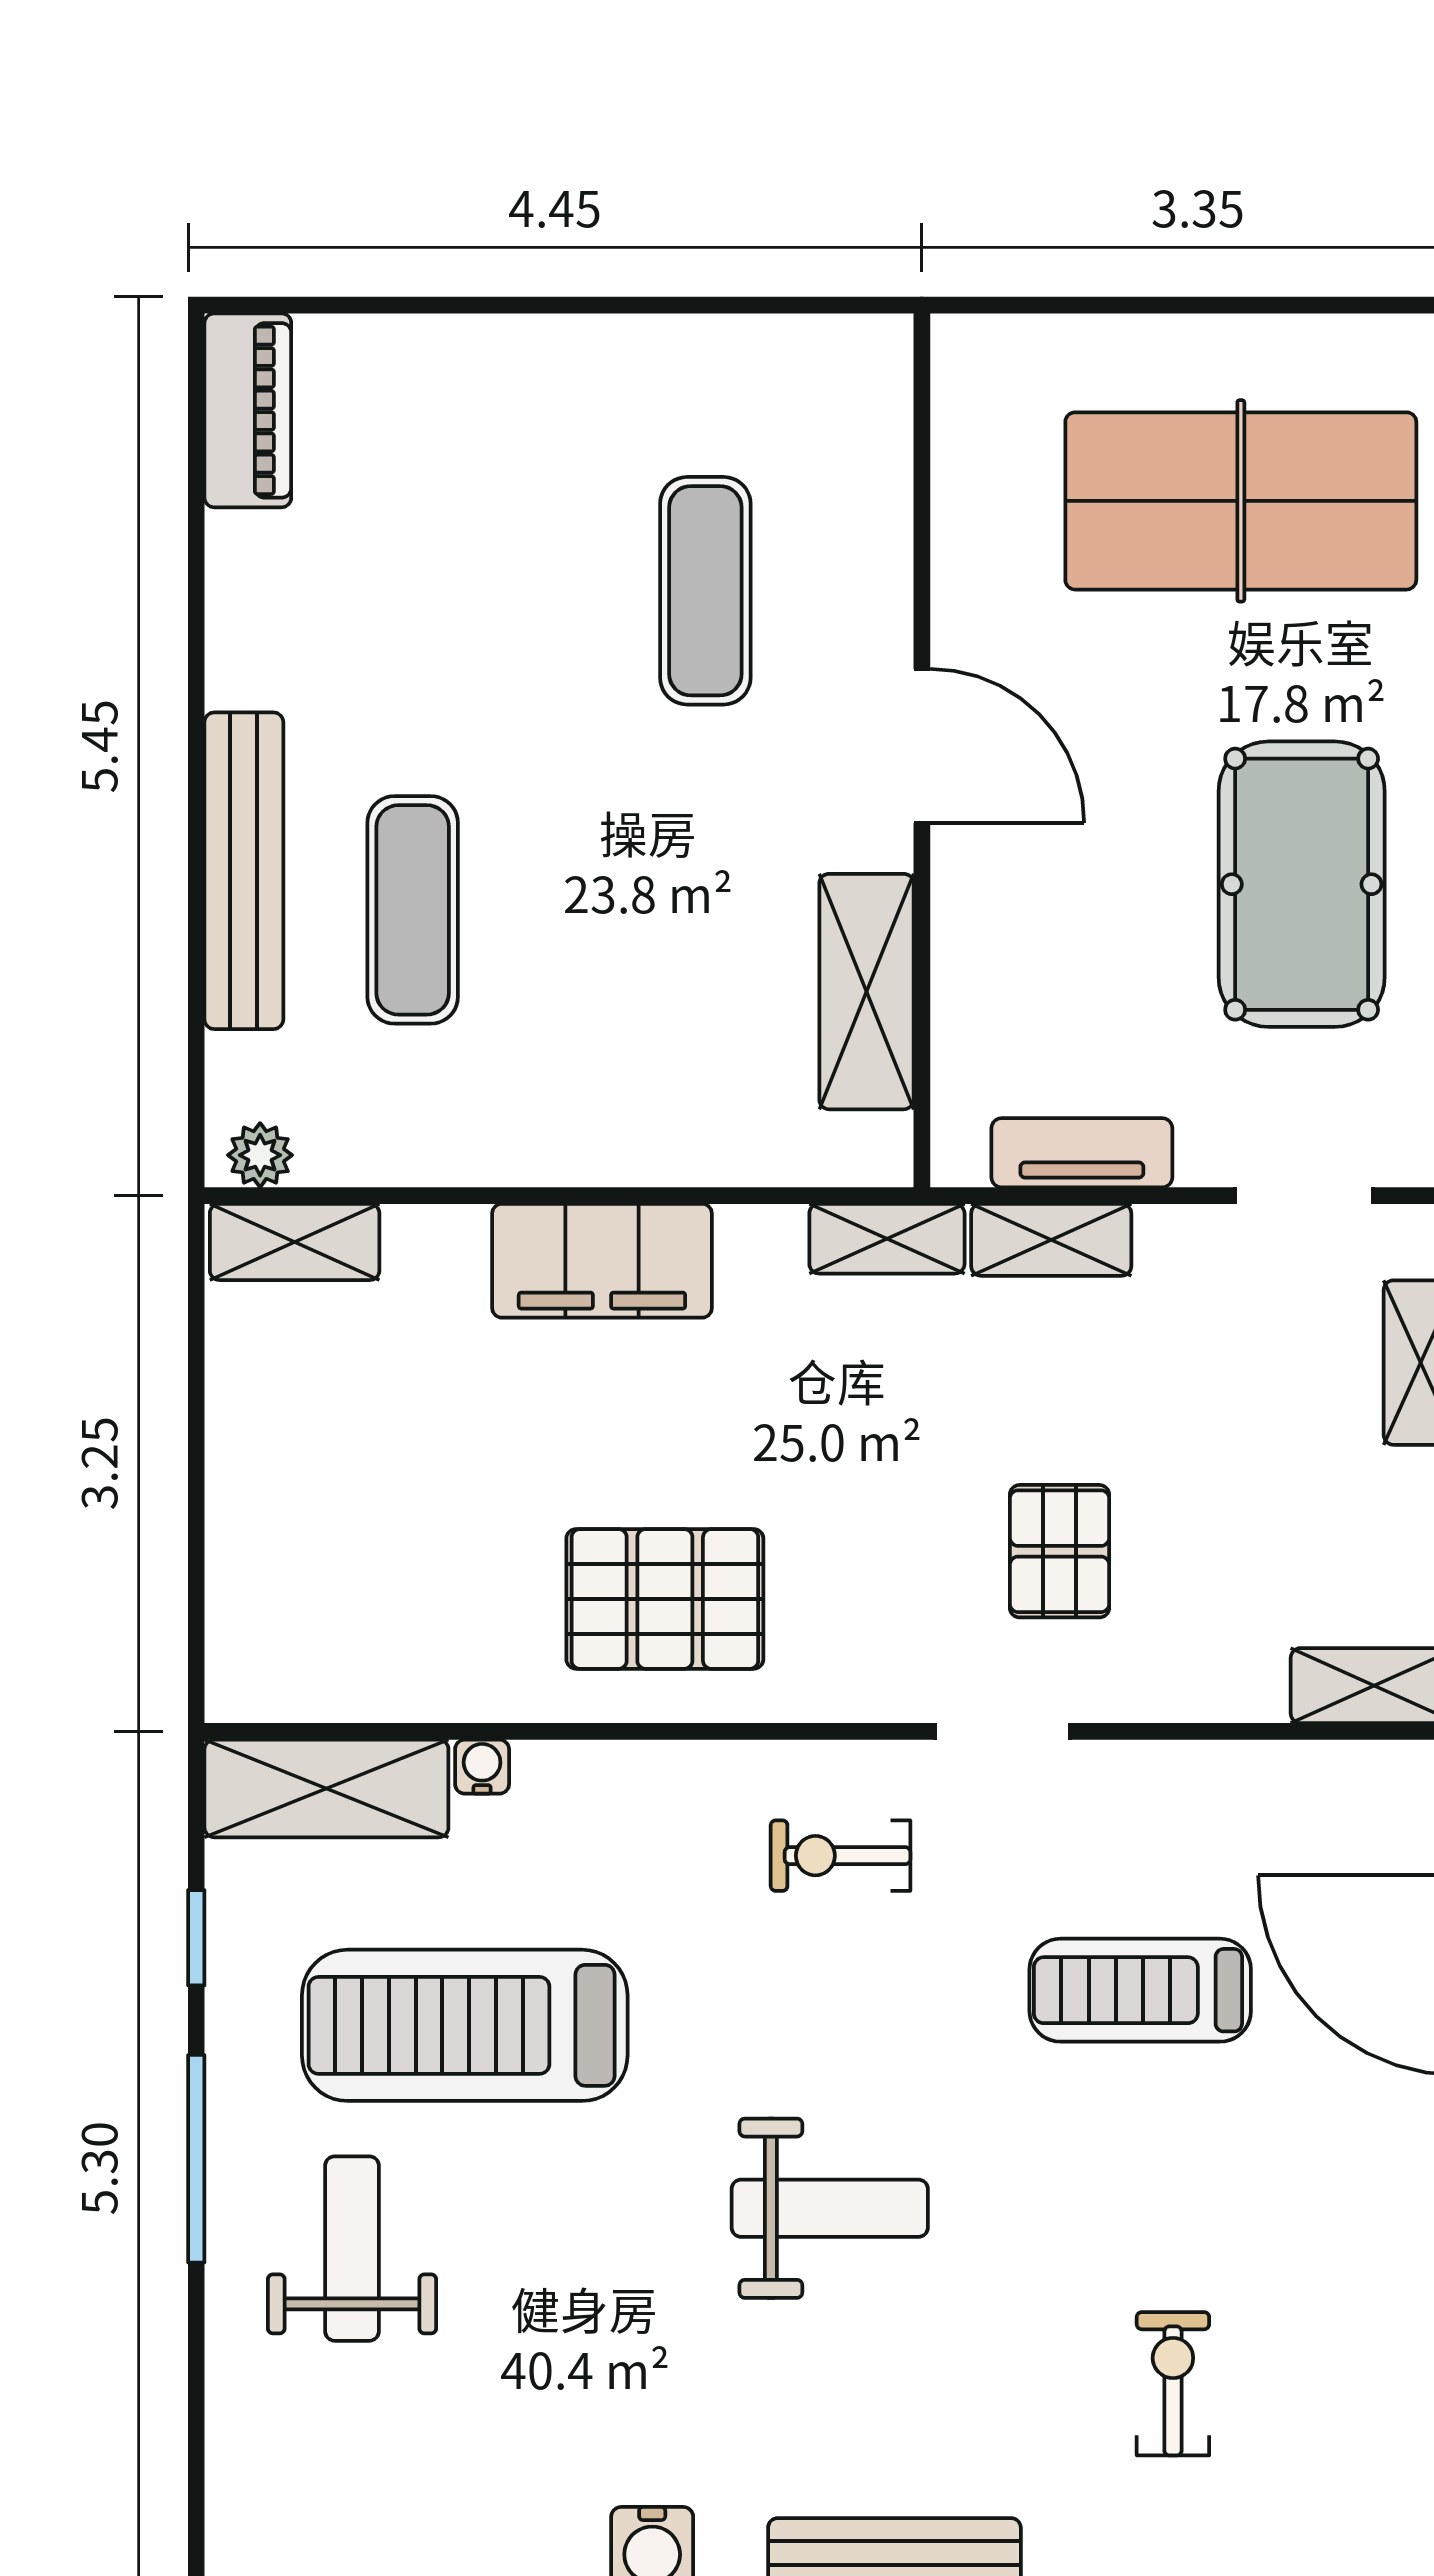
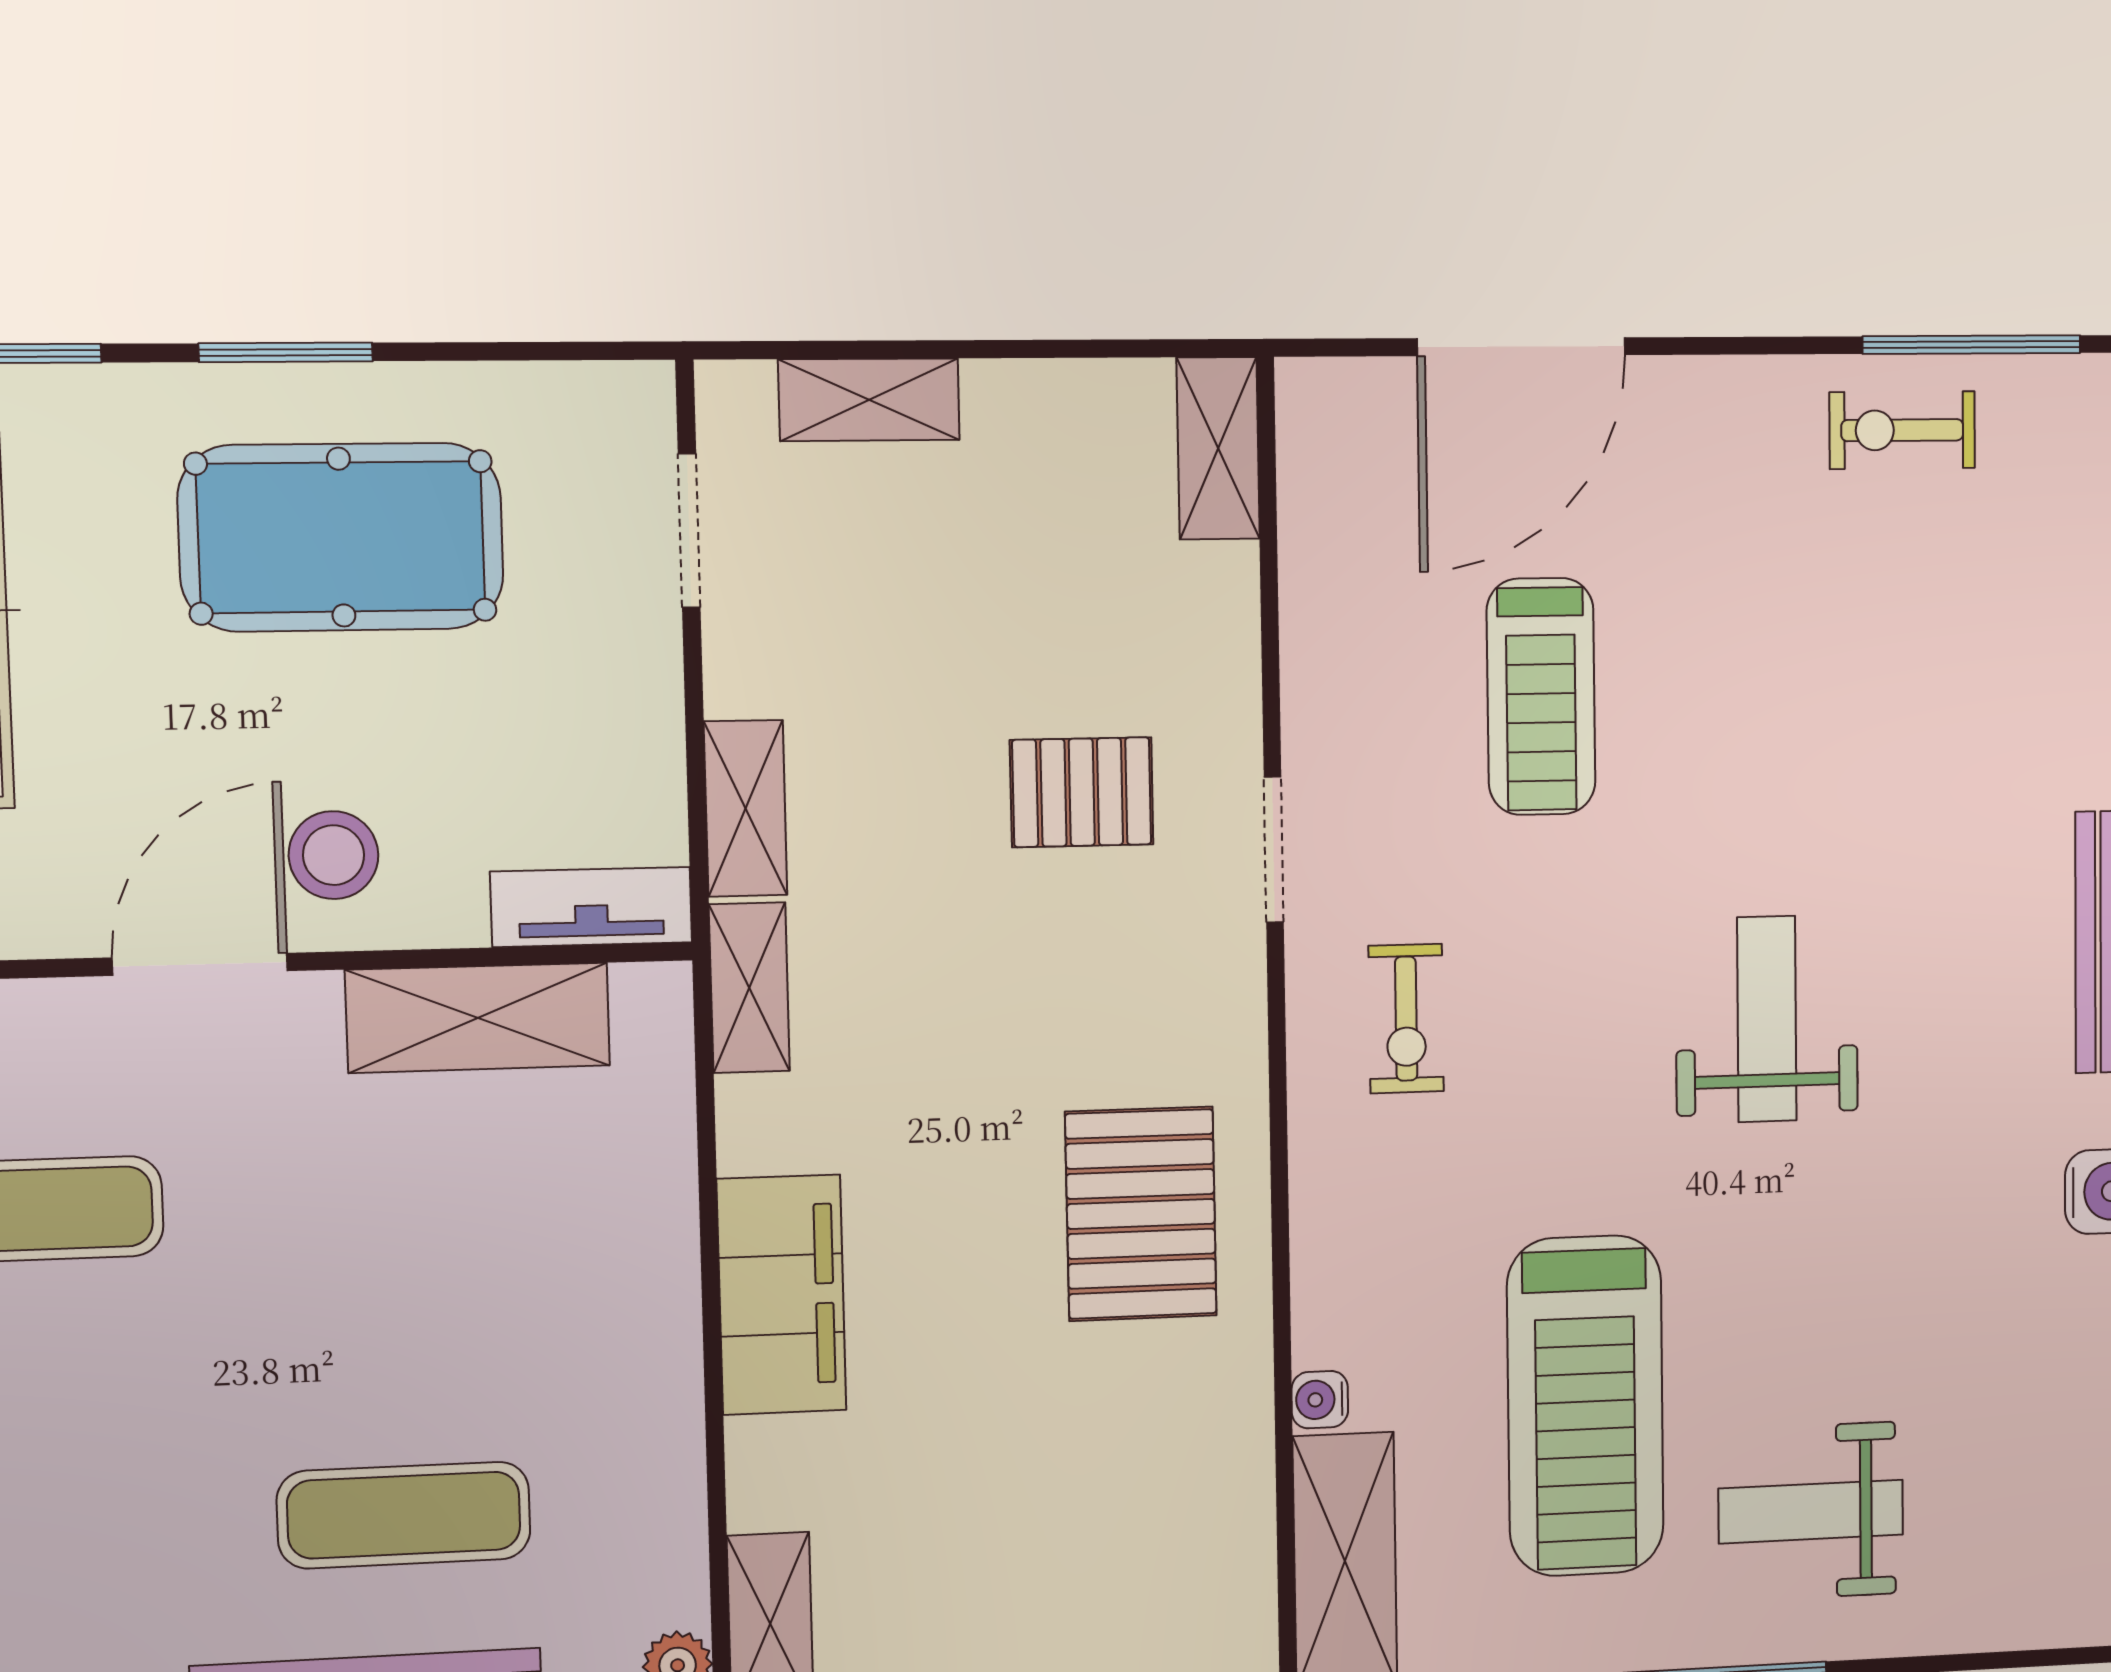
stool: (1017, 867) -> (333, 855), added
tv unit: (1082, 1153) -> (591, 907), moved, turned 90
exercise bike: (1173, 2384) -> (1902, 430), moved

